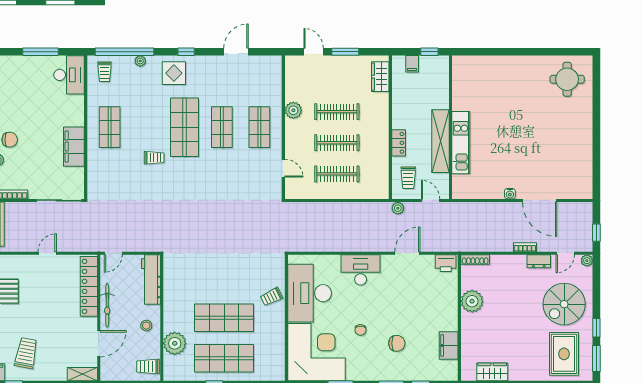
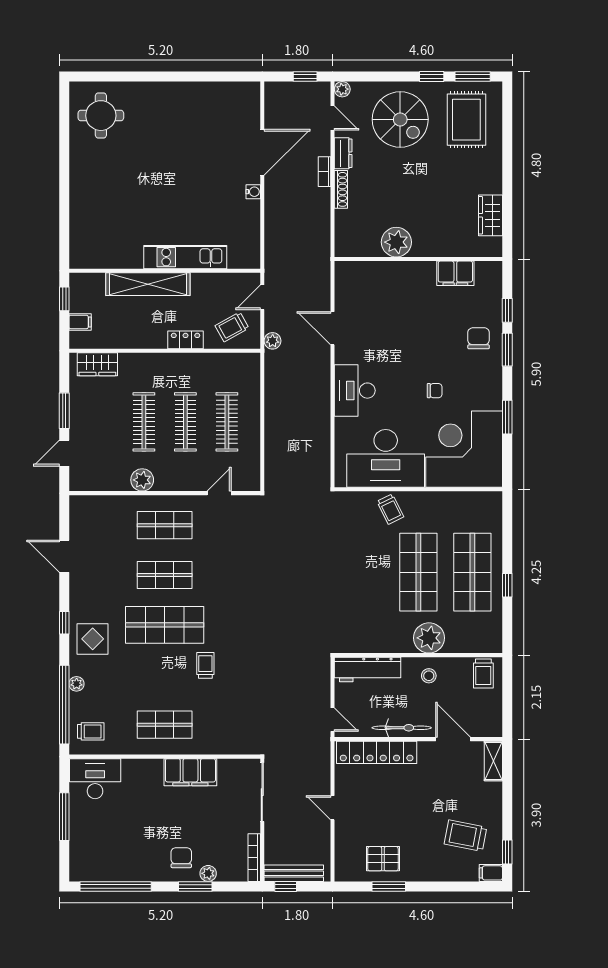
shelving: (440, 141) -> (148, 284), moved
trolley: (408, 178) -> (232, 327), turned 151
shoe rack: (475, 260) -> (341, 189), moved
printer: (446, 263) -> (346, 277), removed
plant: (175, 343) -> (429, 638), moved
chair: (397, 343) -> (479, 338), moved
rug: (564, 354) -> (466, 120), turned 90

